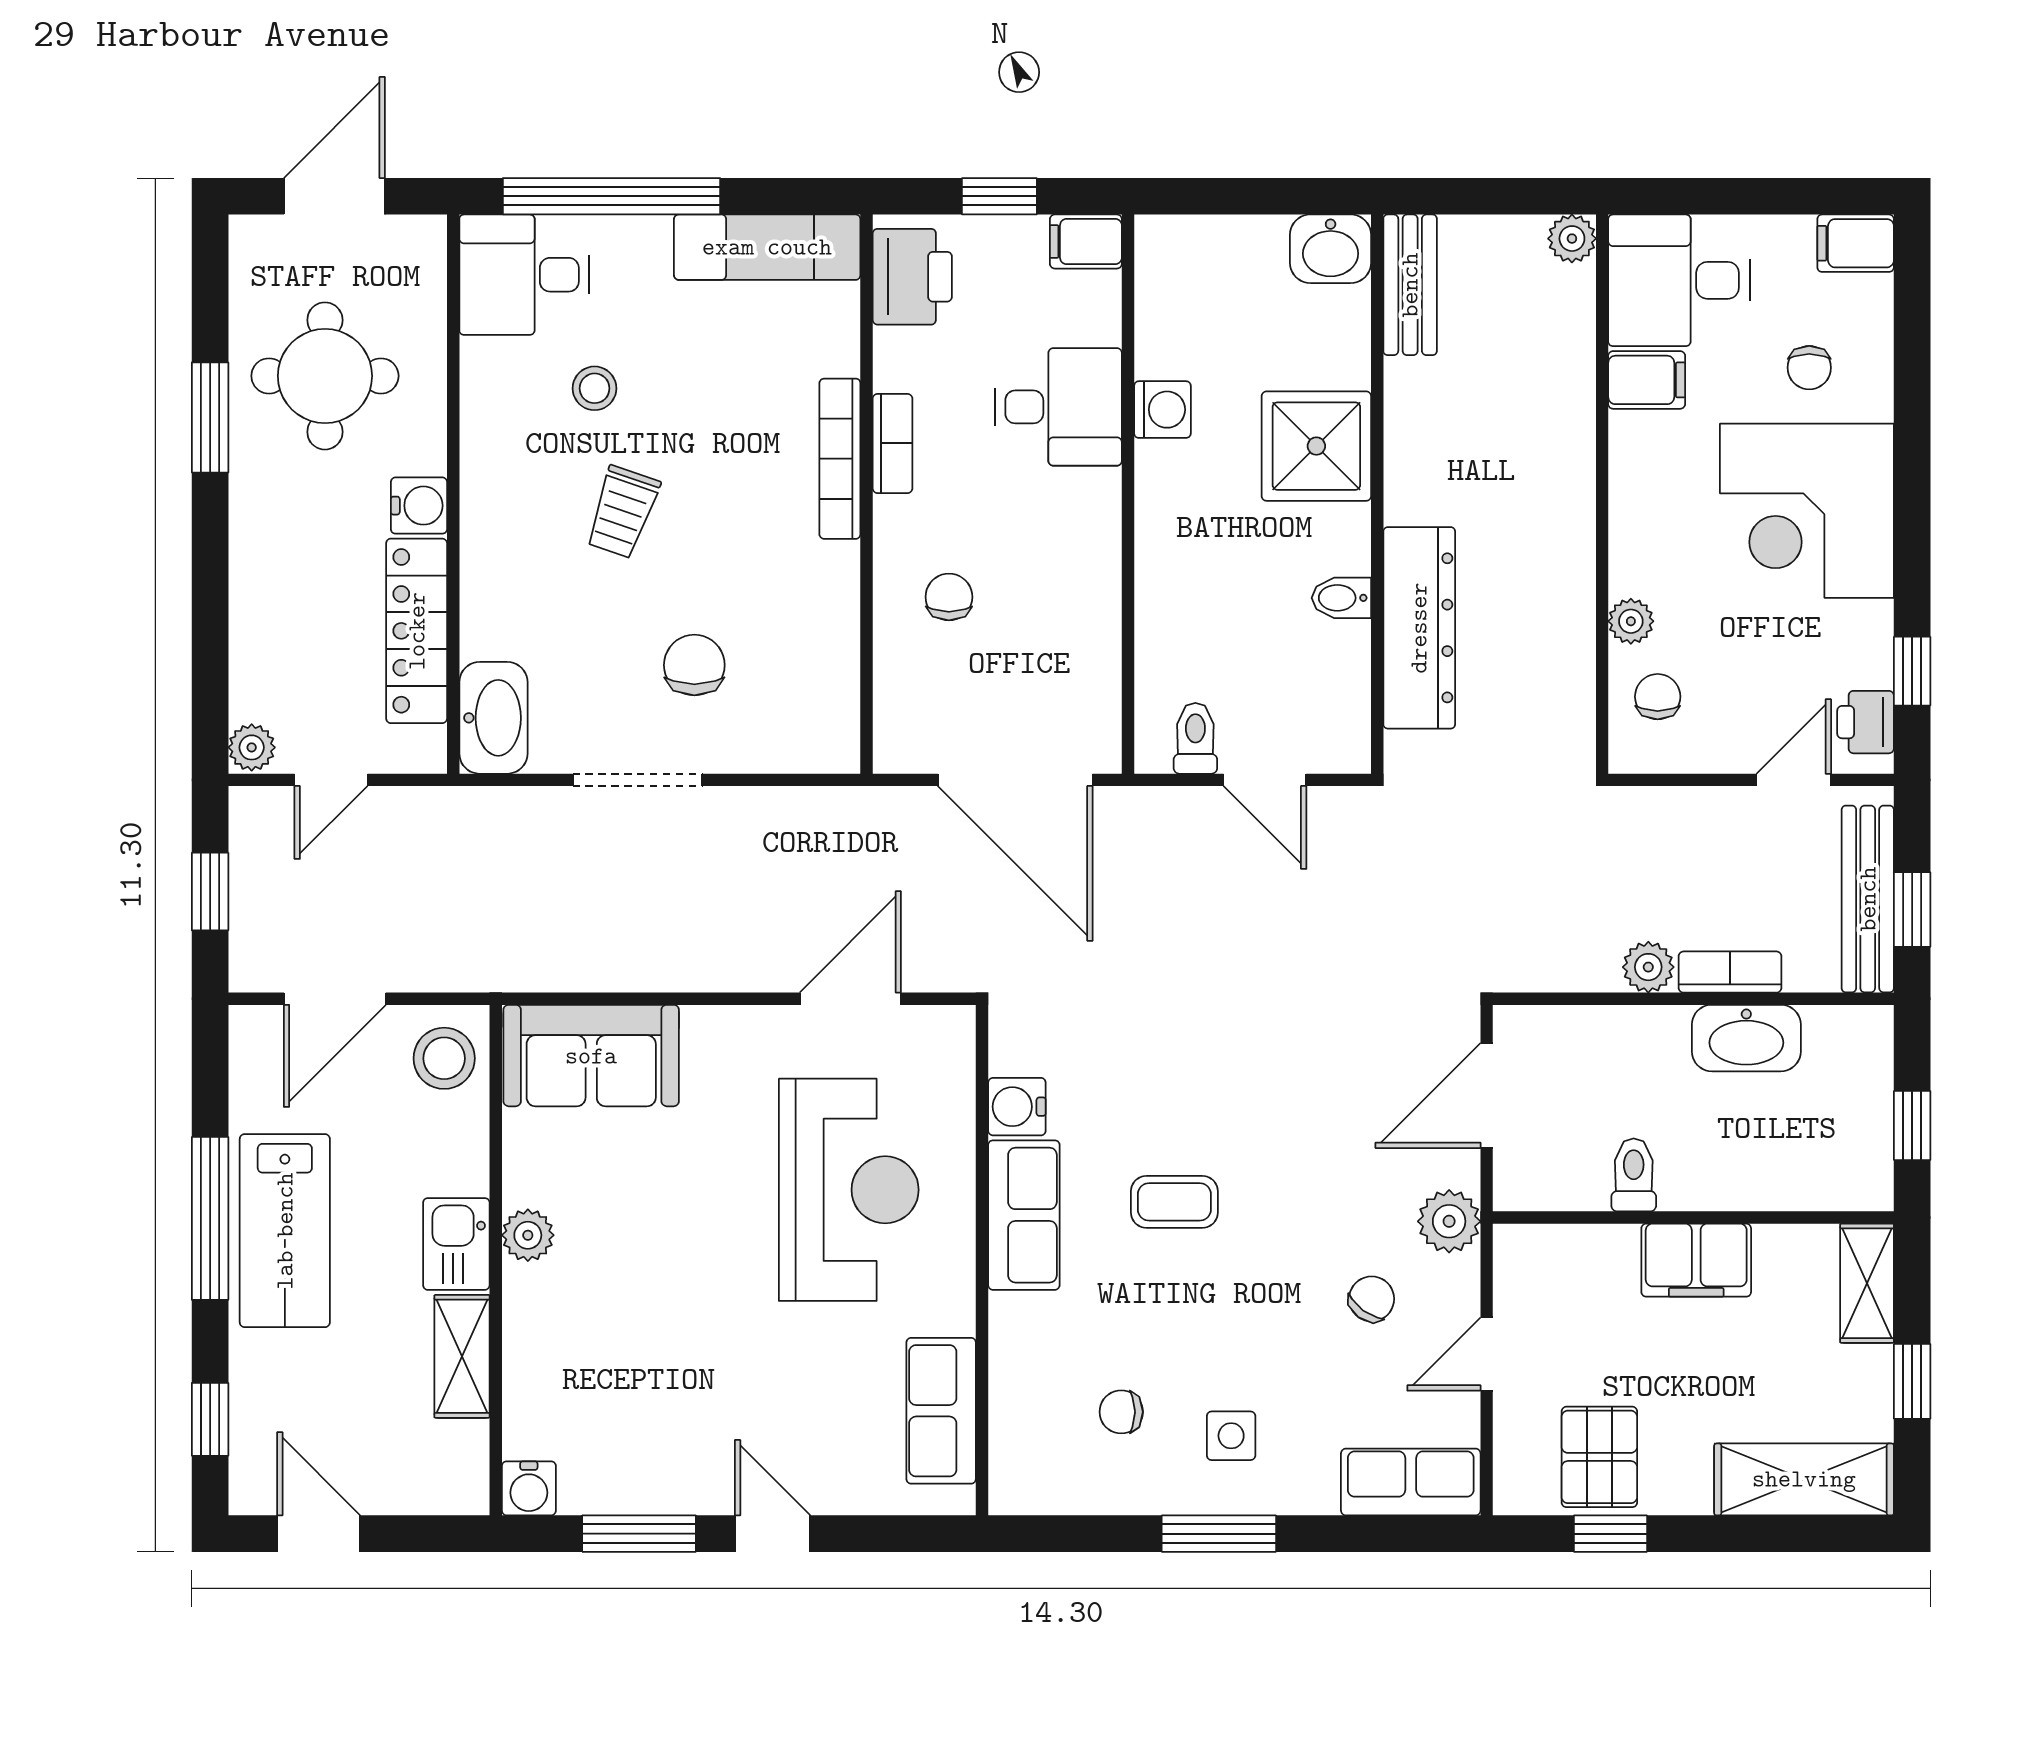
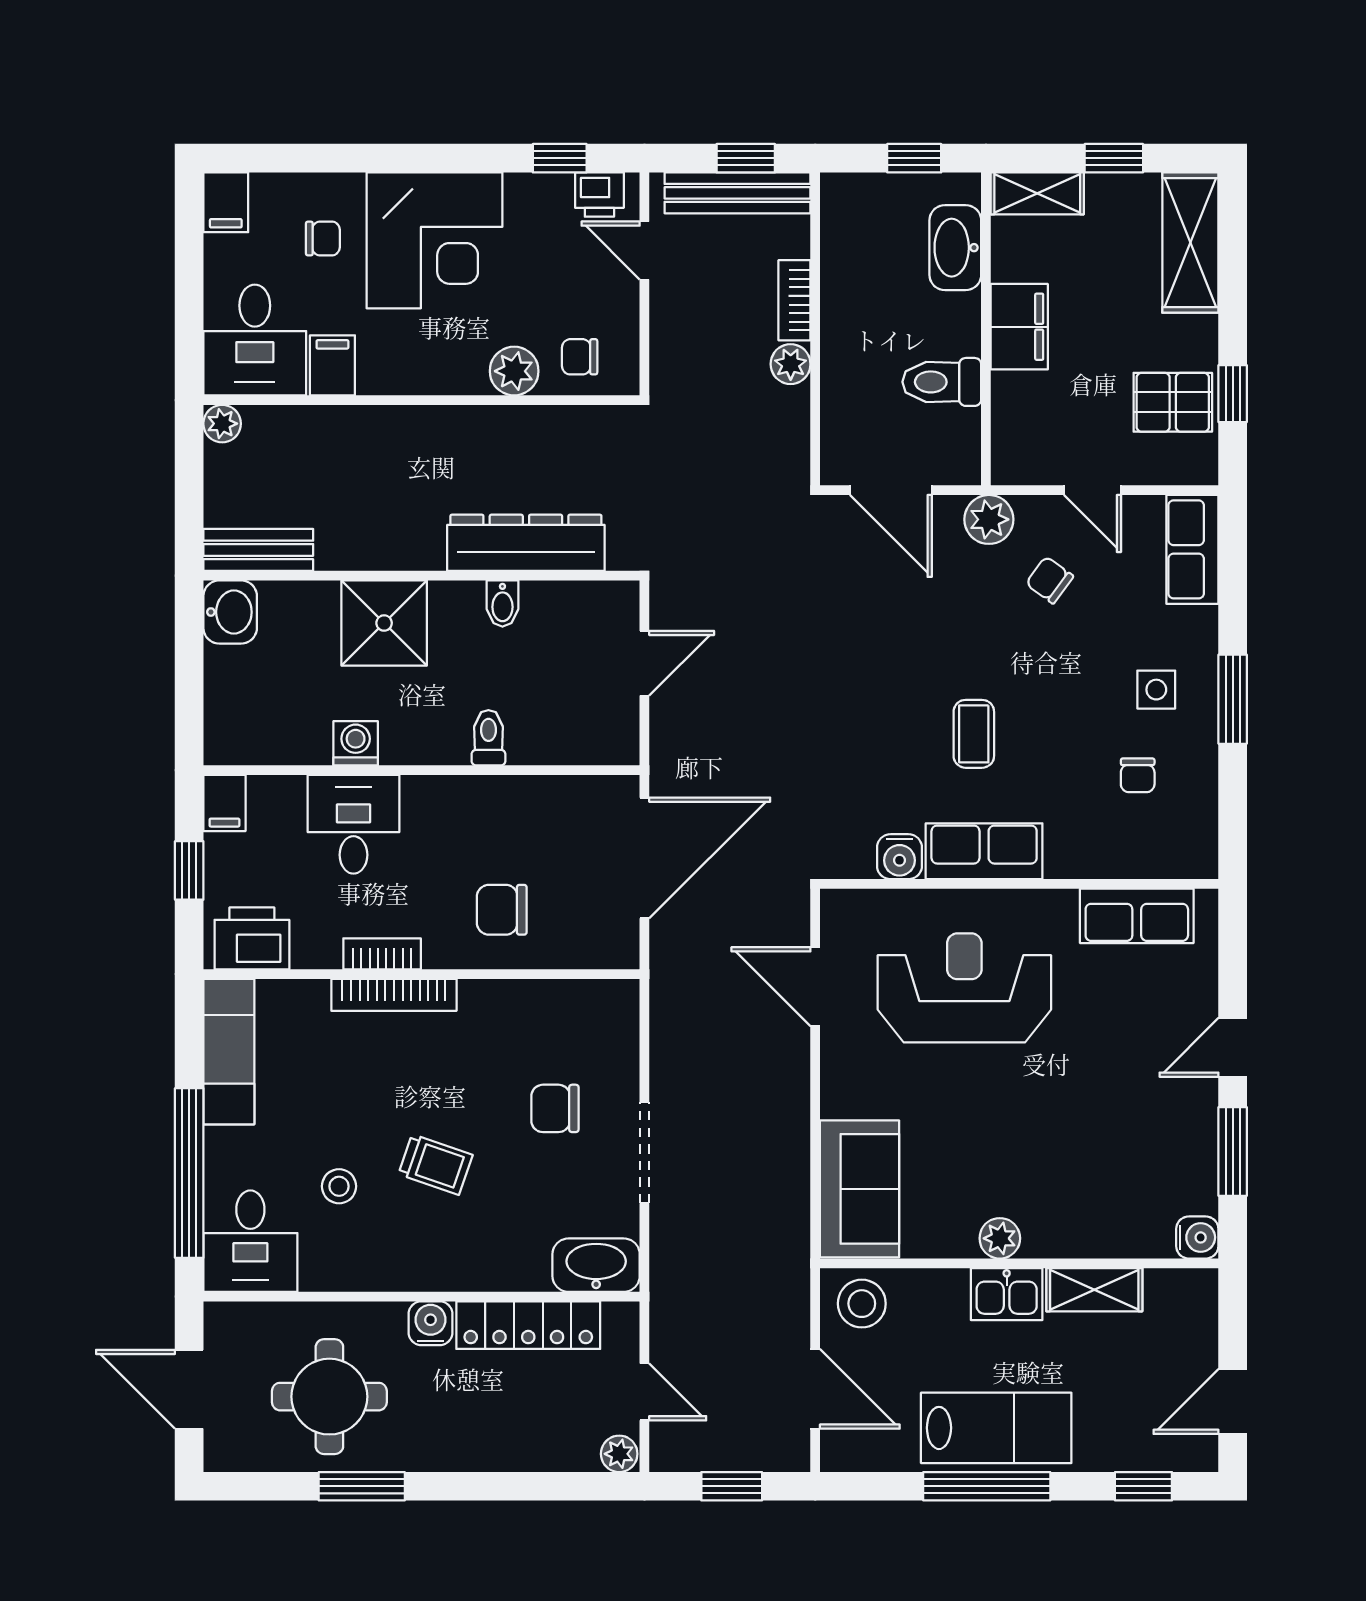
chair: (949, 597) -> (502, 910), width x1.37, depth x1.37
plant: (1631, 621) -> (514, 371), width x1.38, depth x1.38
toilet: (1195, 738) -> (488, 738), moved, turned 90
washbasin: (1746, 1038) -> (955, 248), moved, turned 180
toilet: (1634, 1175) -> (942, 382), width x1.37, depth x1.39

